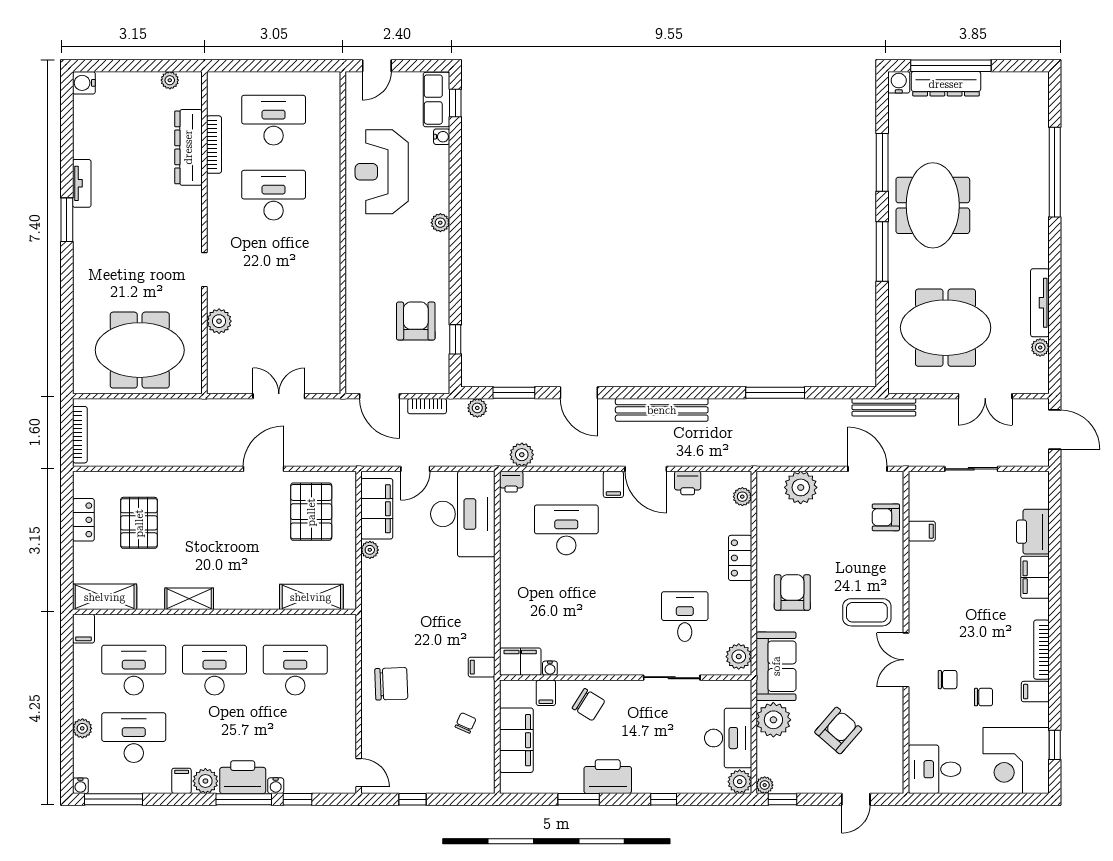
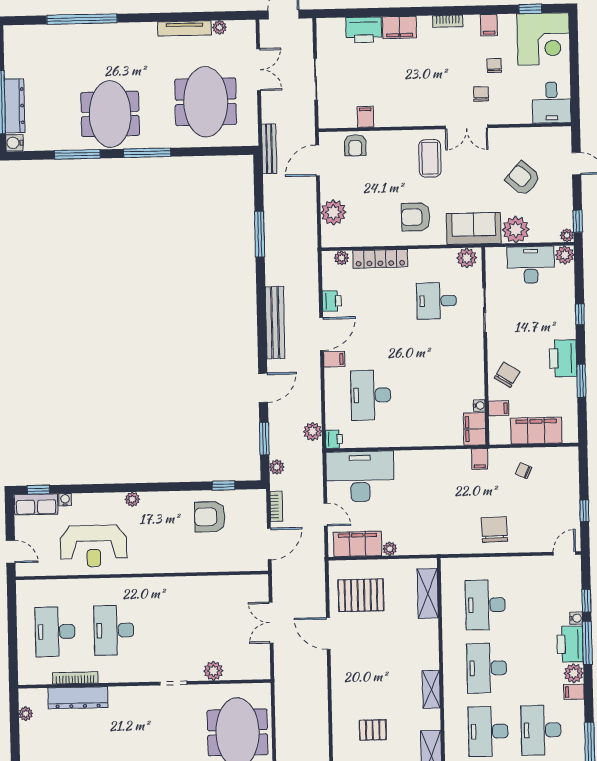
meeting table: (933, 205) -> (110, 114), turned 90
pallet: (139, 523) -> (373, 730), width x0.67, depth x0.71
locker: (740, 558) -> (380, 259), width x1.53
bookcase: (1041, 650) -> (448, 21), width x0.64

